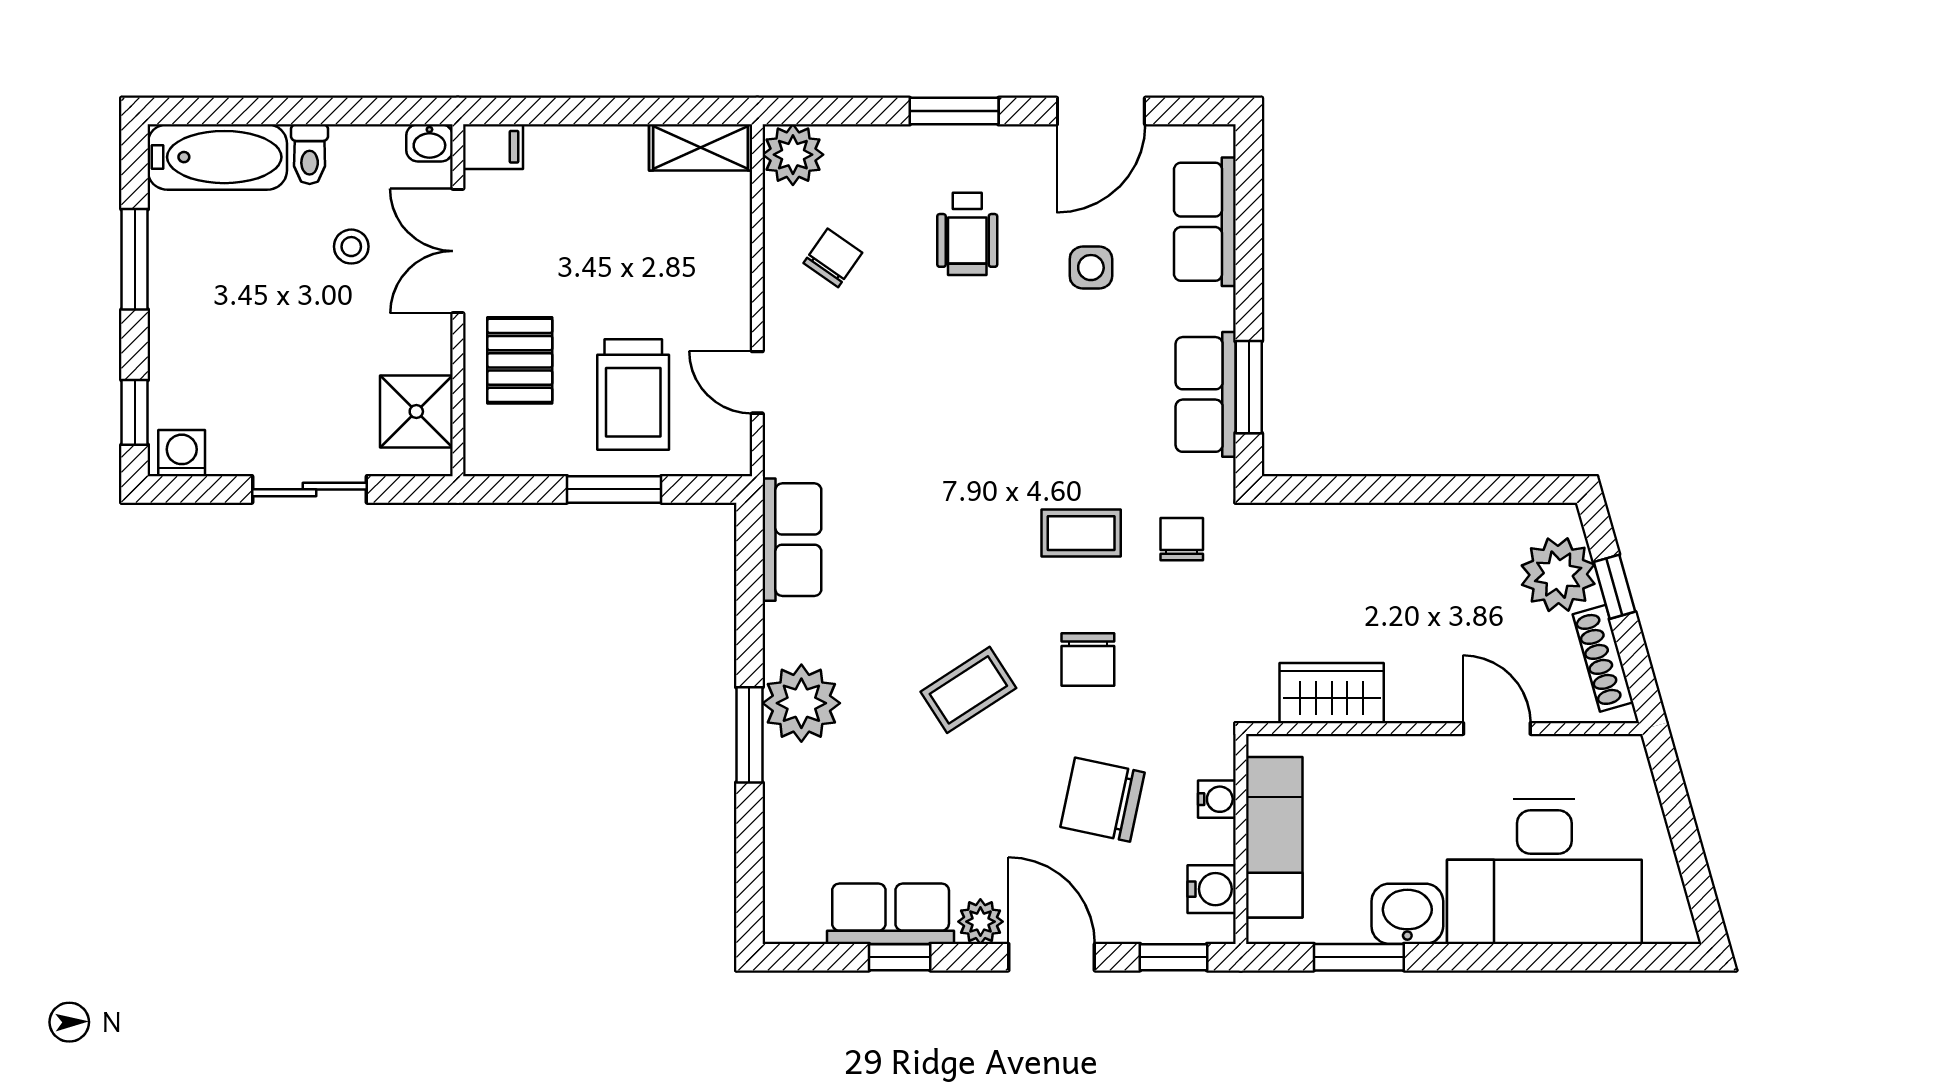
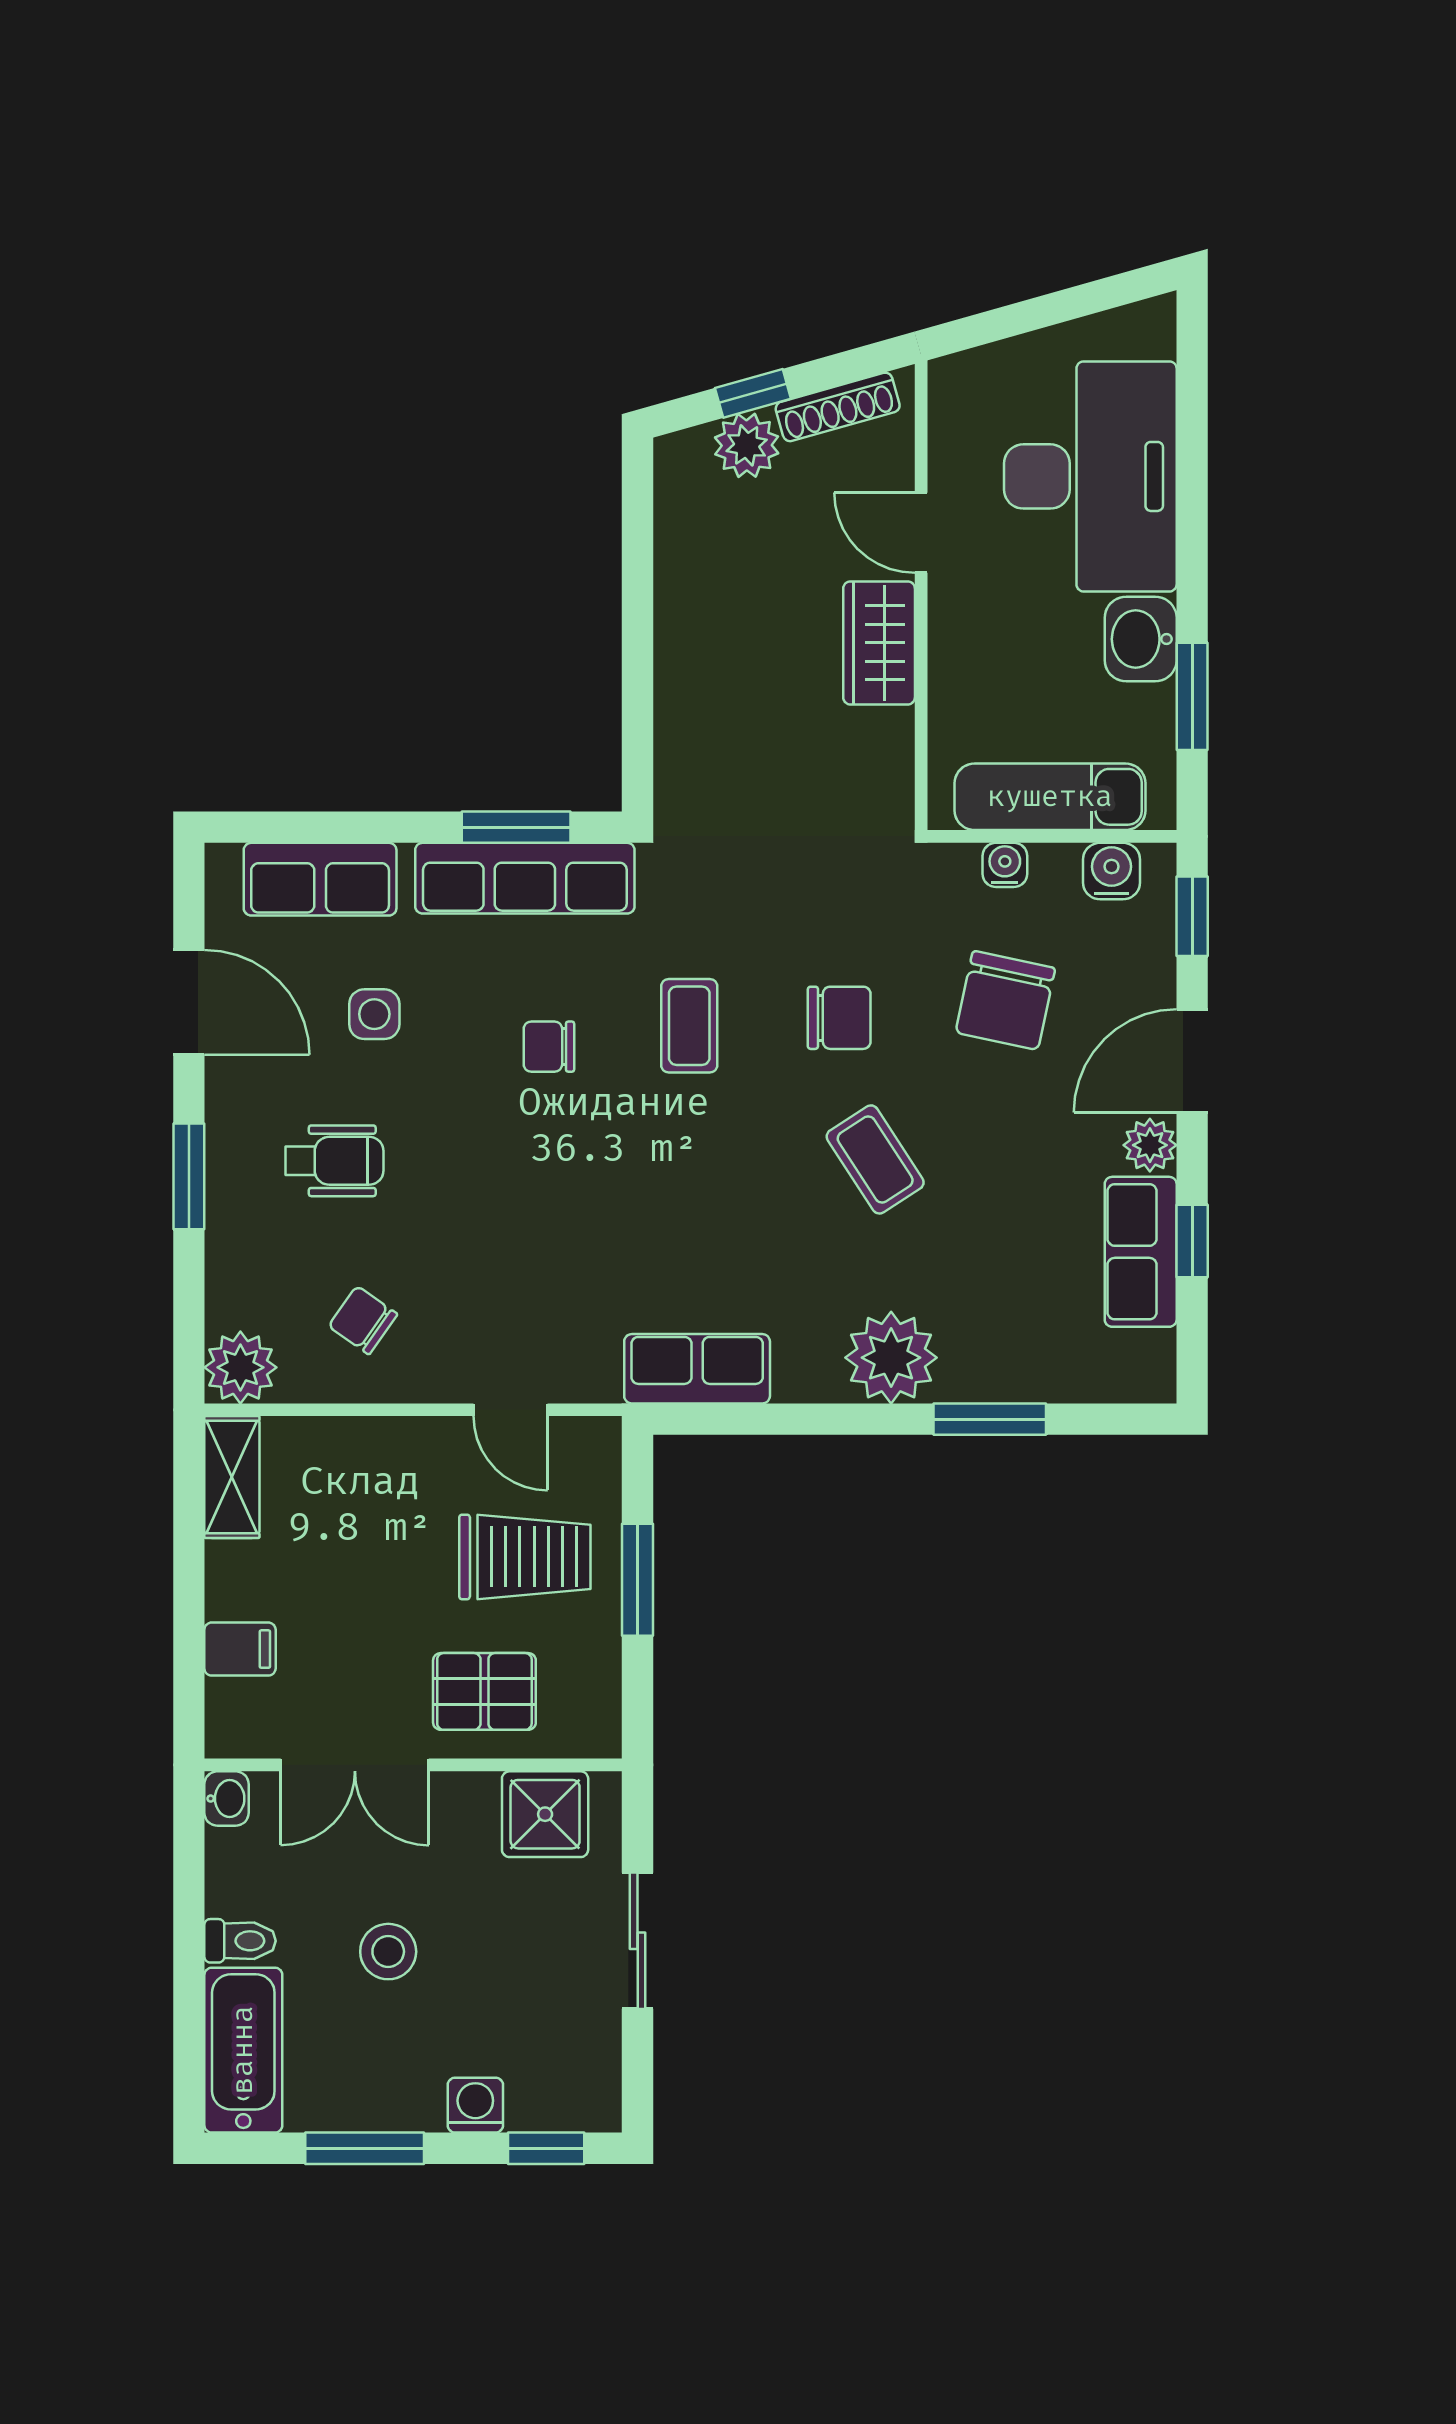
filing cabinet: (493, 147) -> (240, 1649), moved, turned 90
stool: (351, 247) -> (388, 1952), moved, width x1.37, depth x1.37
door: (757, 382) -> (510, 1410), hinge flipped
row of seats: (1206, 394) -> (525, 878), width x1.48
washing machine: (182, 453) -> (475, 2105), moved, turned 90
chair: (1182, 539) -> (549, 1047), moved
plant: (1558, 575) -> (747, 445), width x0.73, depth x0.73
wardrobe: (1332, 693) -> (879, 643), moved
door: (1497, 729) -> (921, 533), hinge flipped
window: (749, 735) -> (990, 1419), moved

